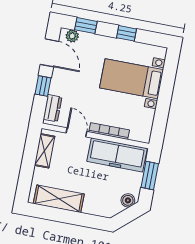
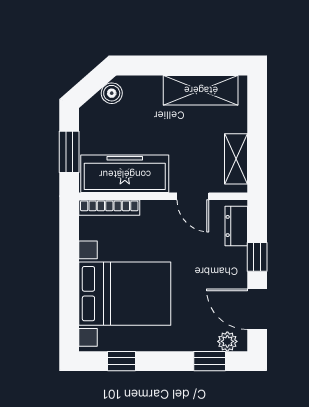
window: (126, 33) -> (121, 361), moved
bed with nightstands: (132, 79) -> (125, 294), width x1.36
bookcase: (109, 131) -> (109, 208), moved
boiler: (128, 200) -> (112, 93), moved

